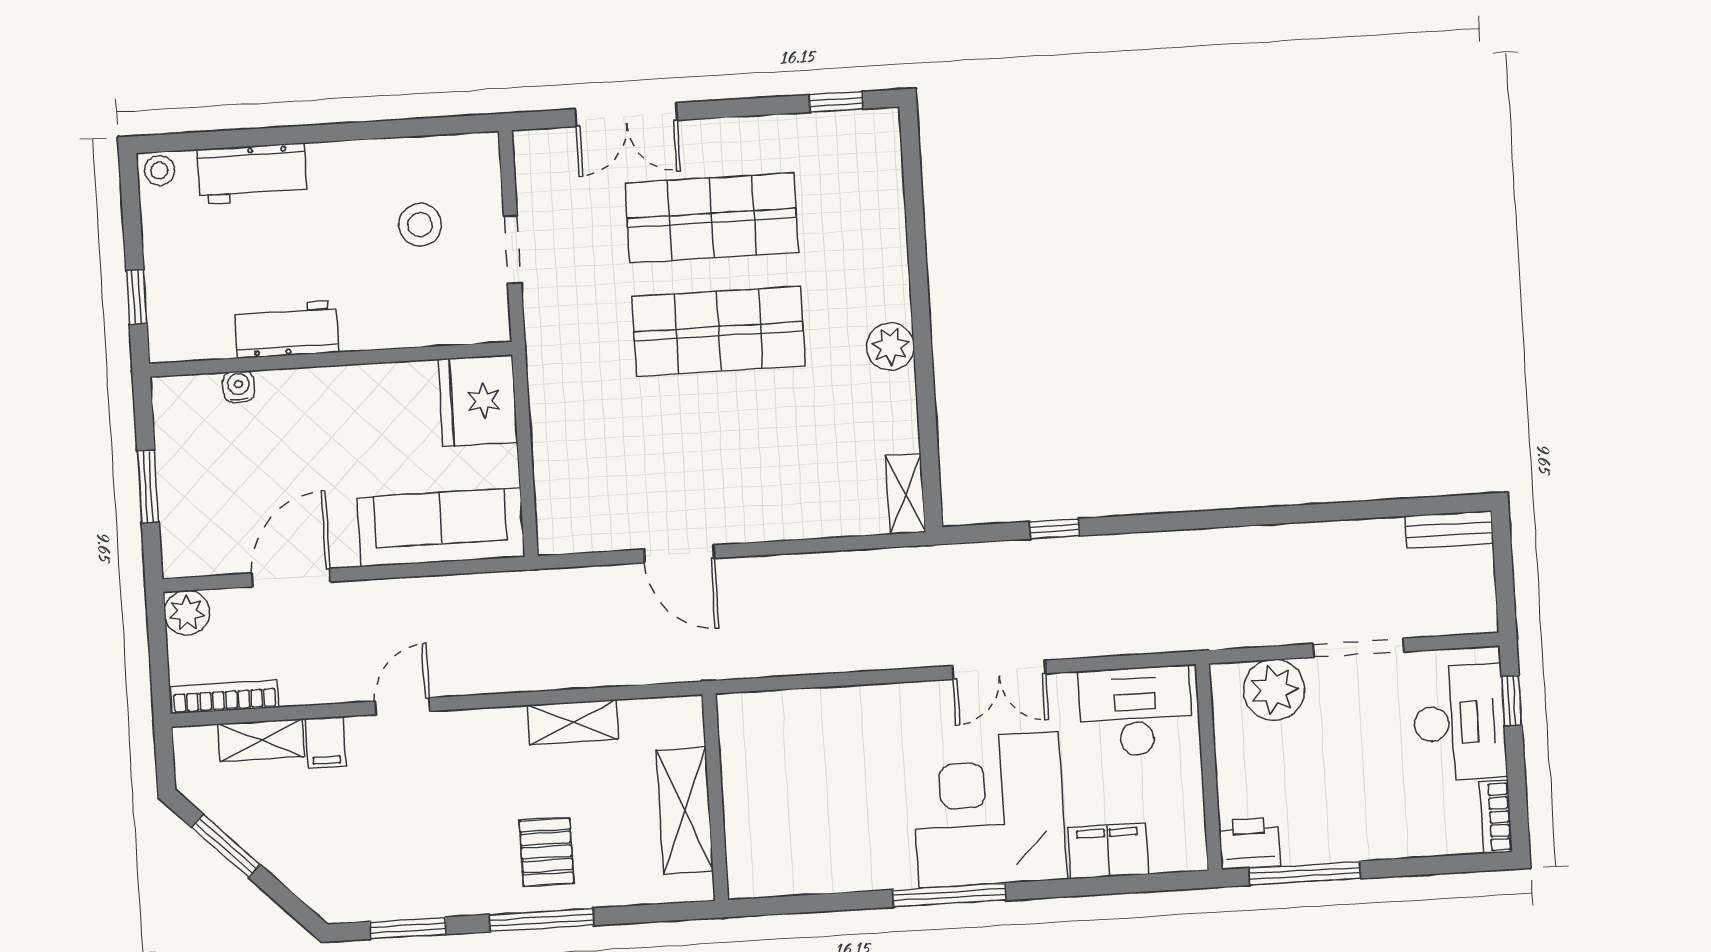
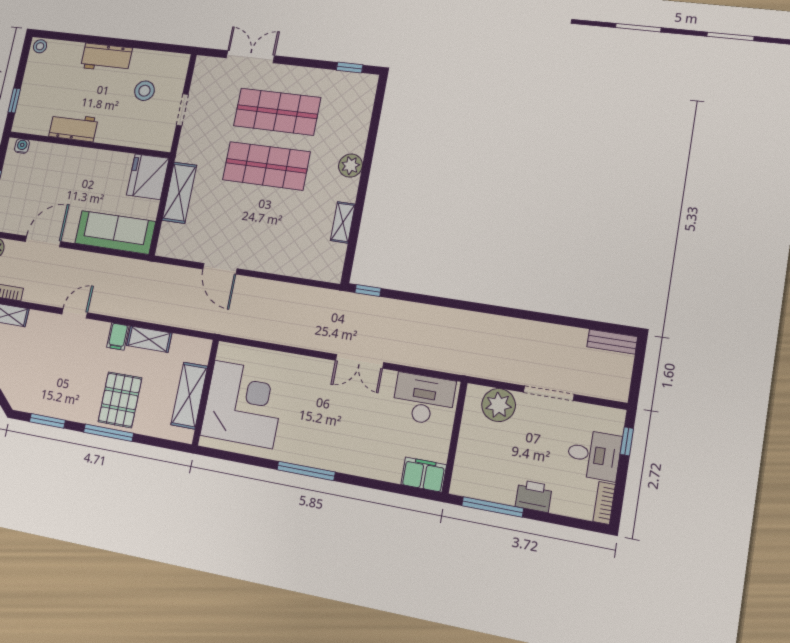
double door: (626, 115) -> (250, 57), swing flipped
workbench: (252, 174) -> (106, 58), moved
plant: (890, 346) -> (350, 166), moved
water cooler: (239, 387) -> (22, 146), moved
shelving: (554, 420) -> (179, 193), added
shelving: (905, 494) -> (343, 222), moved
window: (1054, 529) -> (368, 291), moved
desk: (1459, 723) -> (594, 455), width x0.73
filing cabinet: (326, 742) -> (118, 337), moved
corner desk: (989, 810) -> (243, 404), moved, turned 90
printer: (1250, 843) -> (534, 496), moved
filing cabinet: (1108, 851) -> (424, 475), moved
pallet: (547, 852) -> (120, 400), width x1.50, depth x1.42

